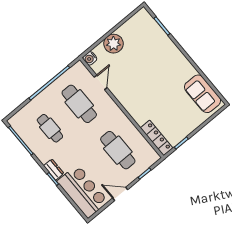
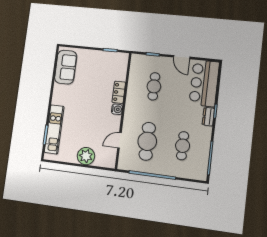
kitchen unit: (160, 37) -> (54, 129), added
water cooler: (90, 58) -> (117, 109), moved
locker: (157, 138) -> (119, 92), moved, width x0.66
cafe table: (118, 150) -> (154, 86), width x0.73, depth x0.74

